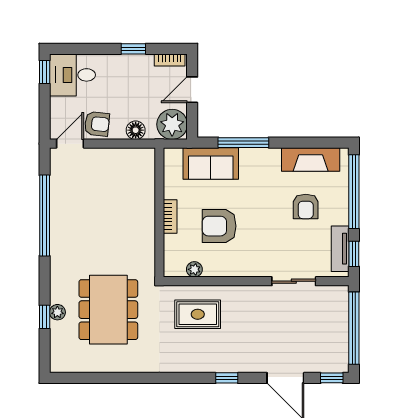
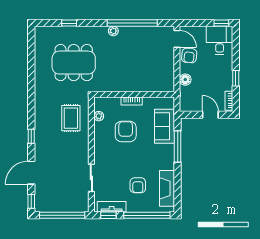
plant: (172, 124) -> (189, 102), removed
armchair: (306, 206) -> (138, 185), turned -90
plant: (57, 312) -> (113, 31), moved

